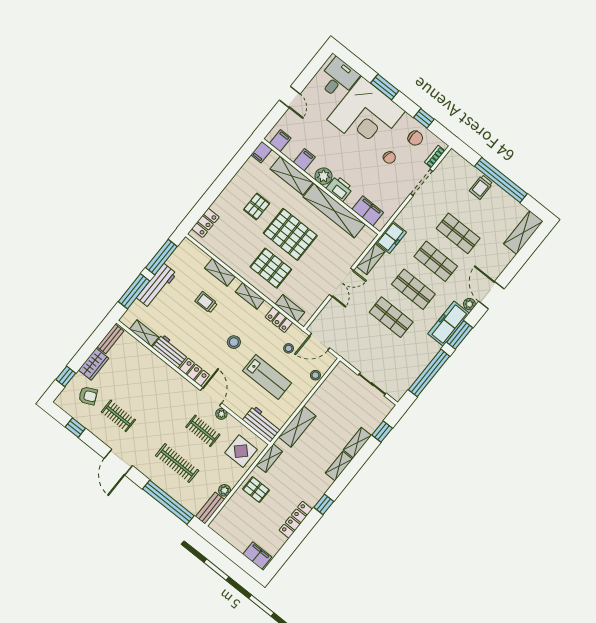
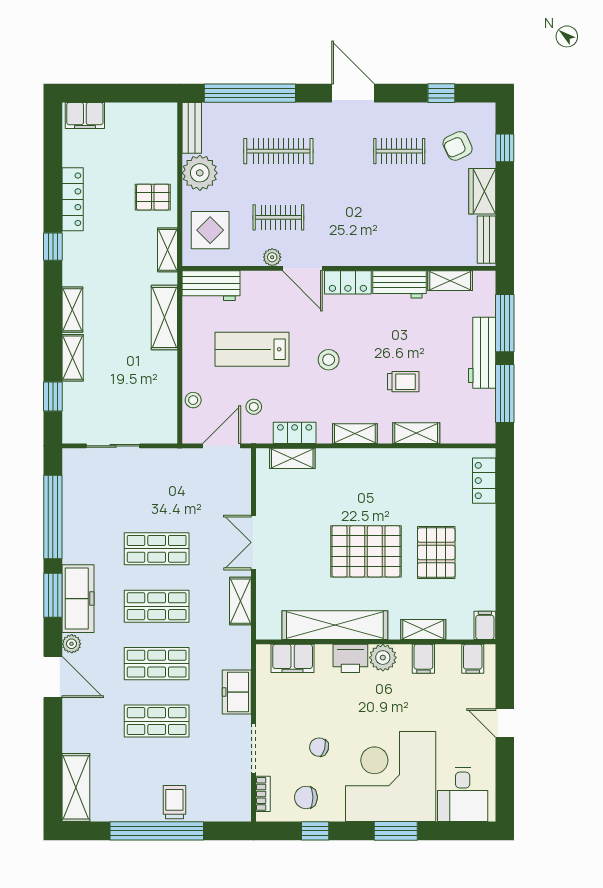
shelving: (292, 176) -> (423, 629), width x0.67, depth x0.75
pallet: (257, 206) -> (436, 553), width x1.50, depth x1.42
freezer: (391, 237) -> (237, 692), moved
pallet: (271, 268) -> (356, 490), removed
plant: (225, 490) -> (200, 173), width x1.88, depth x1.88

